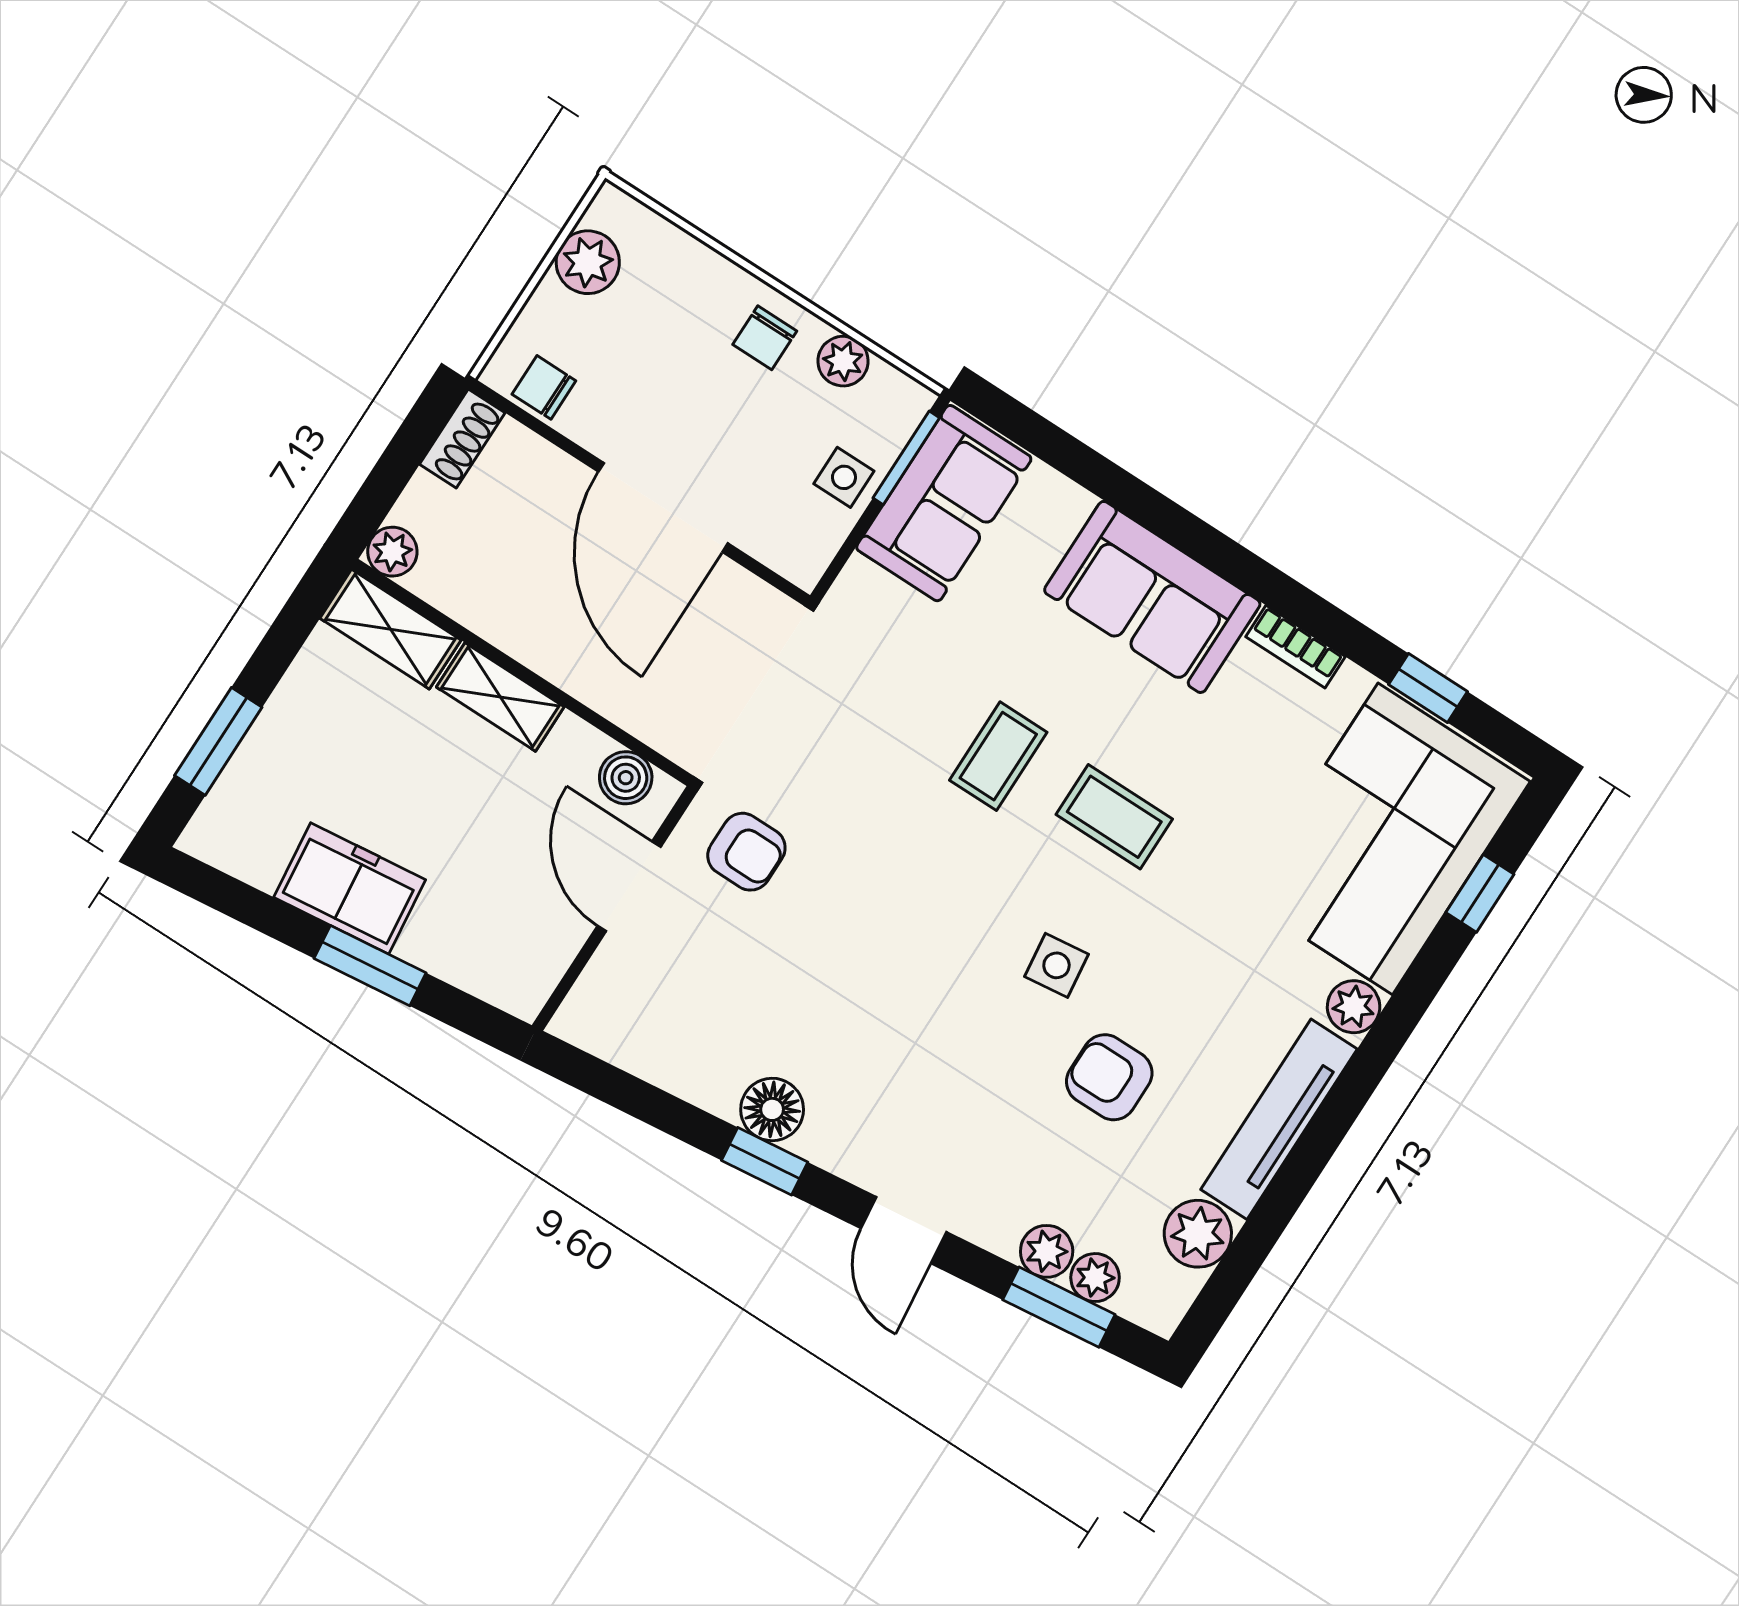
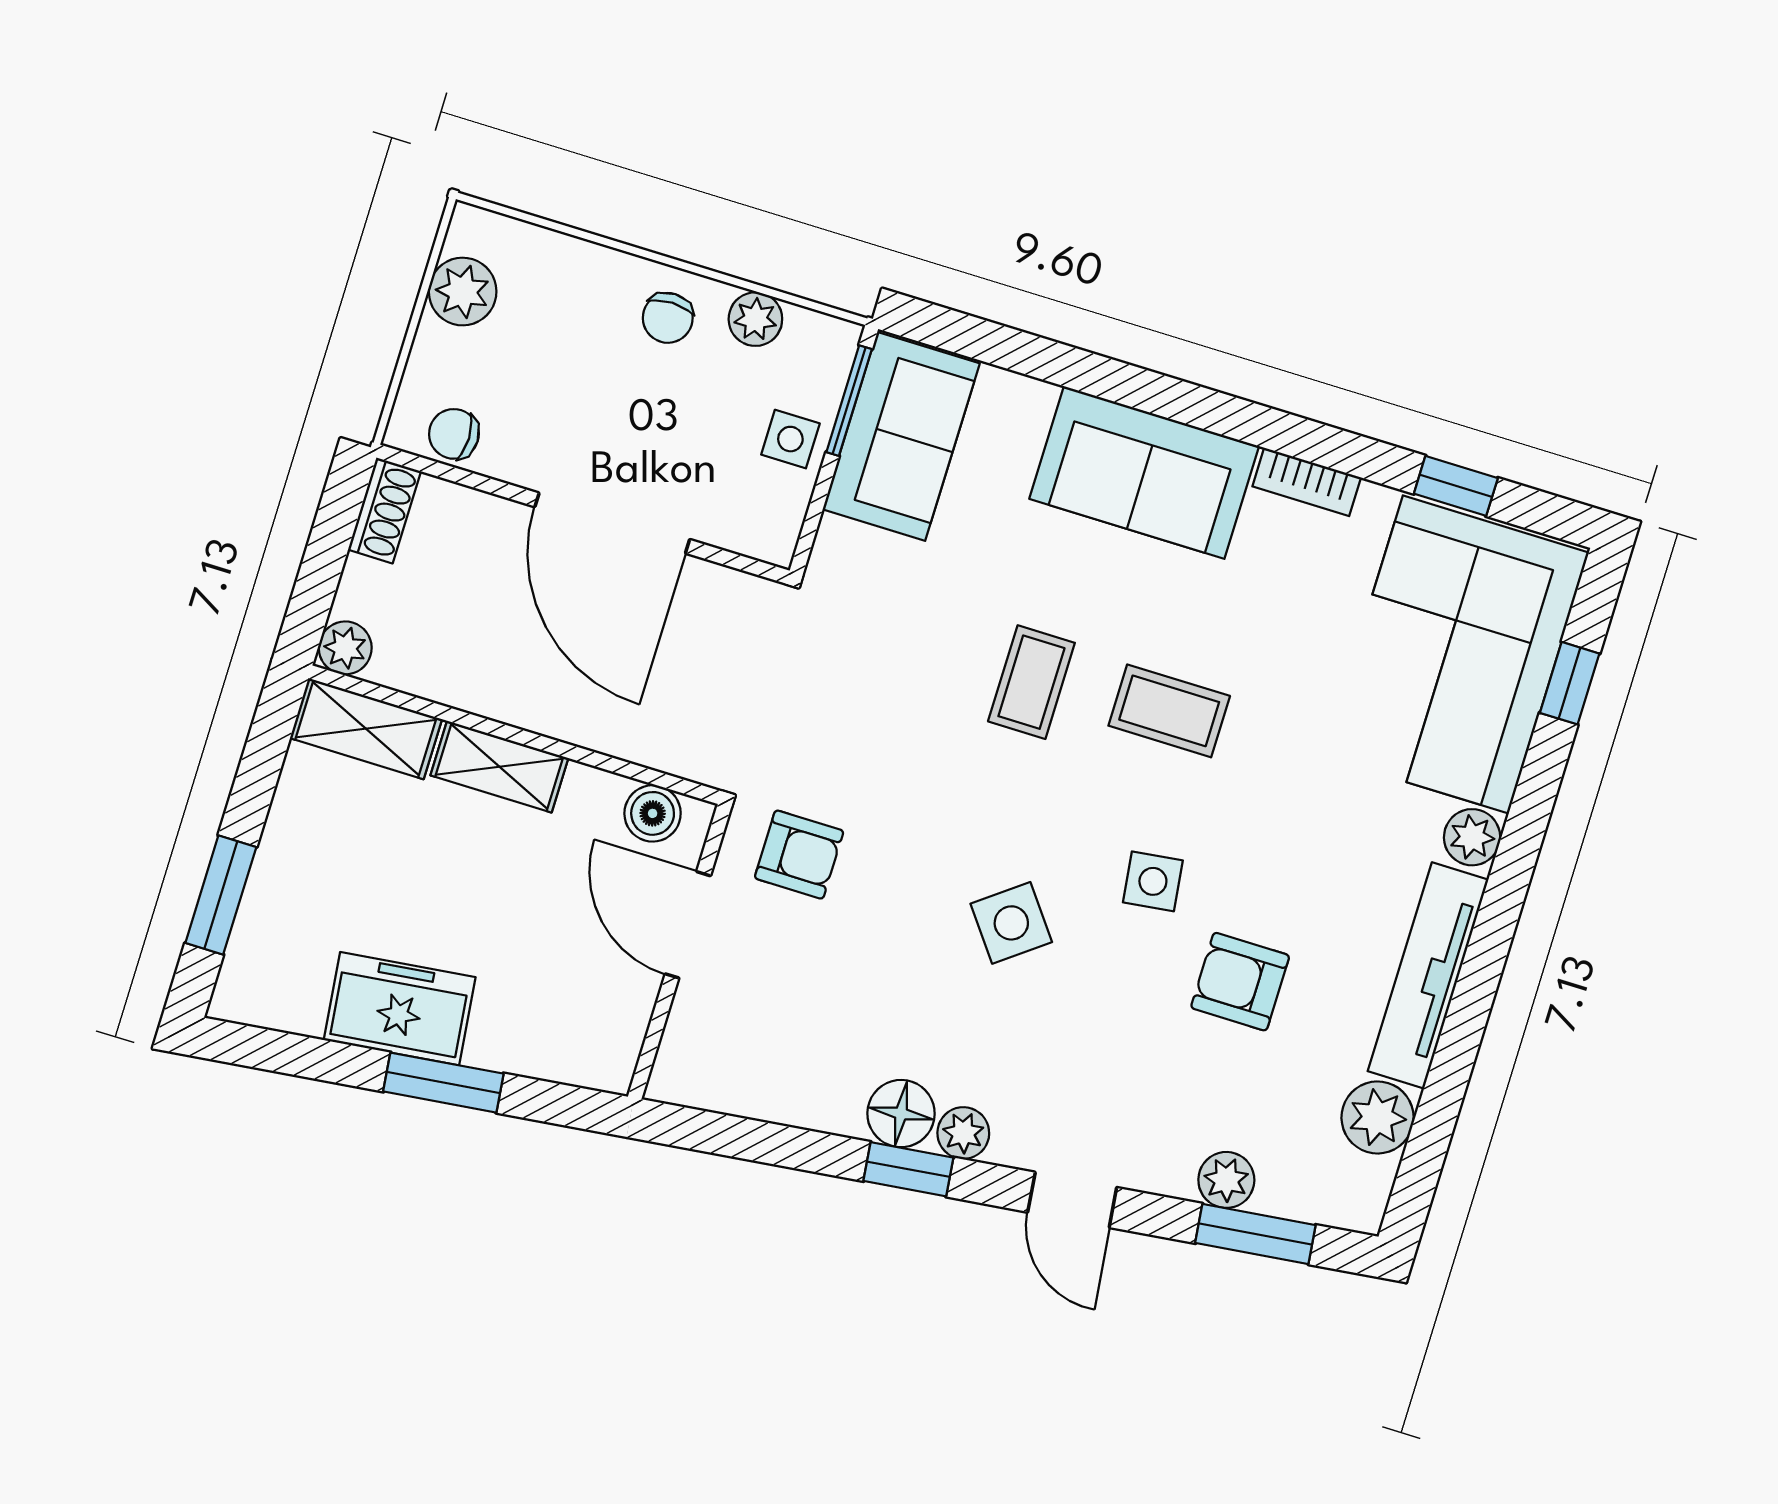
side table: (919, 967) -> (1011, 923), added
plant: (1095, 1278) -> (963, 1133), moved

